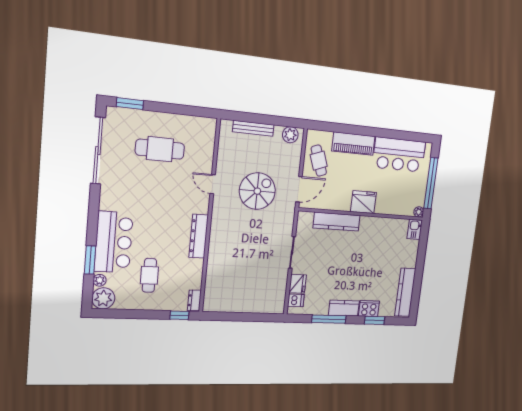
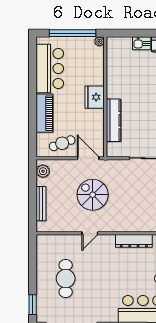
kitchen sink: (415, 229) -> (142, 43), moved

